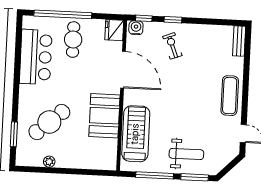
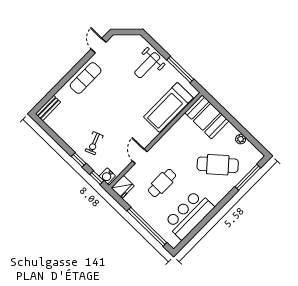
cafe table: (73, 40) -> (162, 183), moved
door: (123, 70) -> (140, 156), width x0.53
booth: (104, 116) -> (207, 117), moved, turned 90
window: (14, 134) -> (248, 177), width x1.44
weight bench: (186, 154) -> (147, 65), turned -90
window: (195, 177) -> (155, 45), removed

